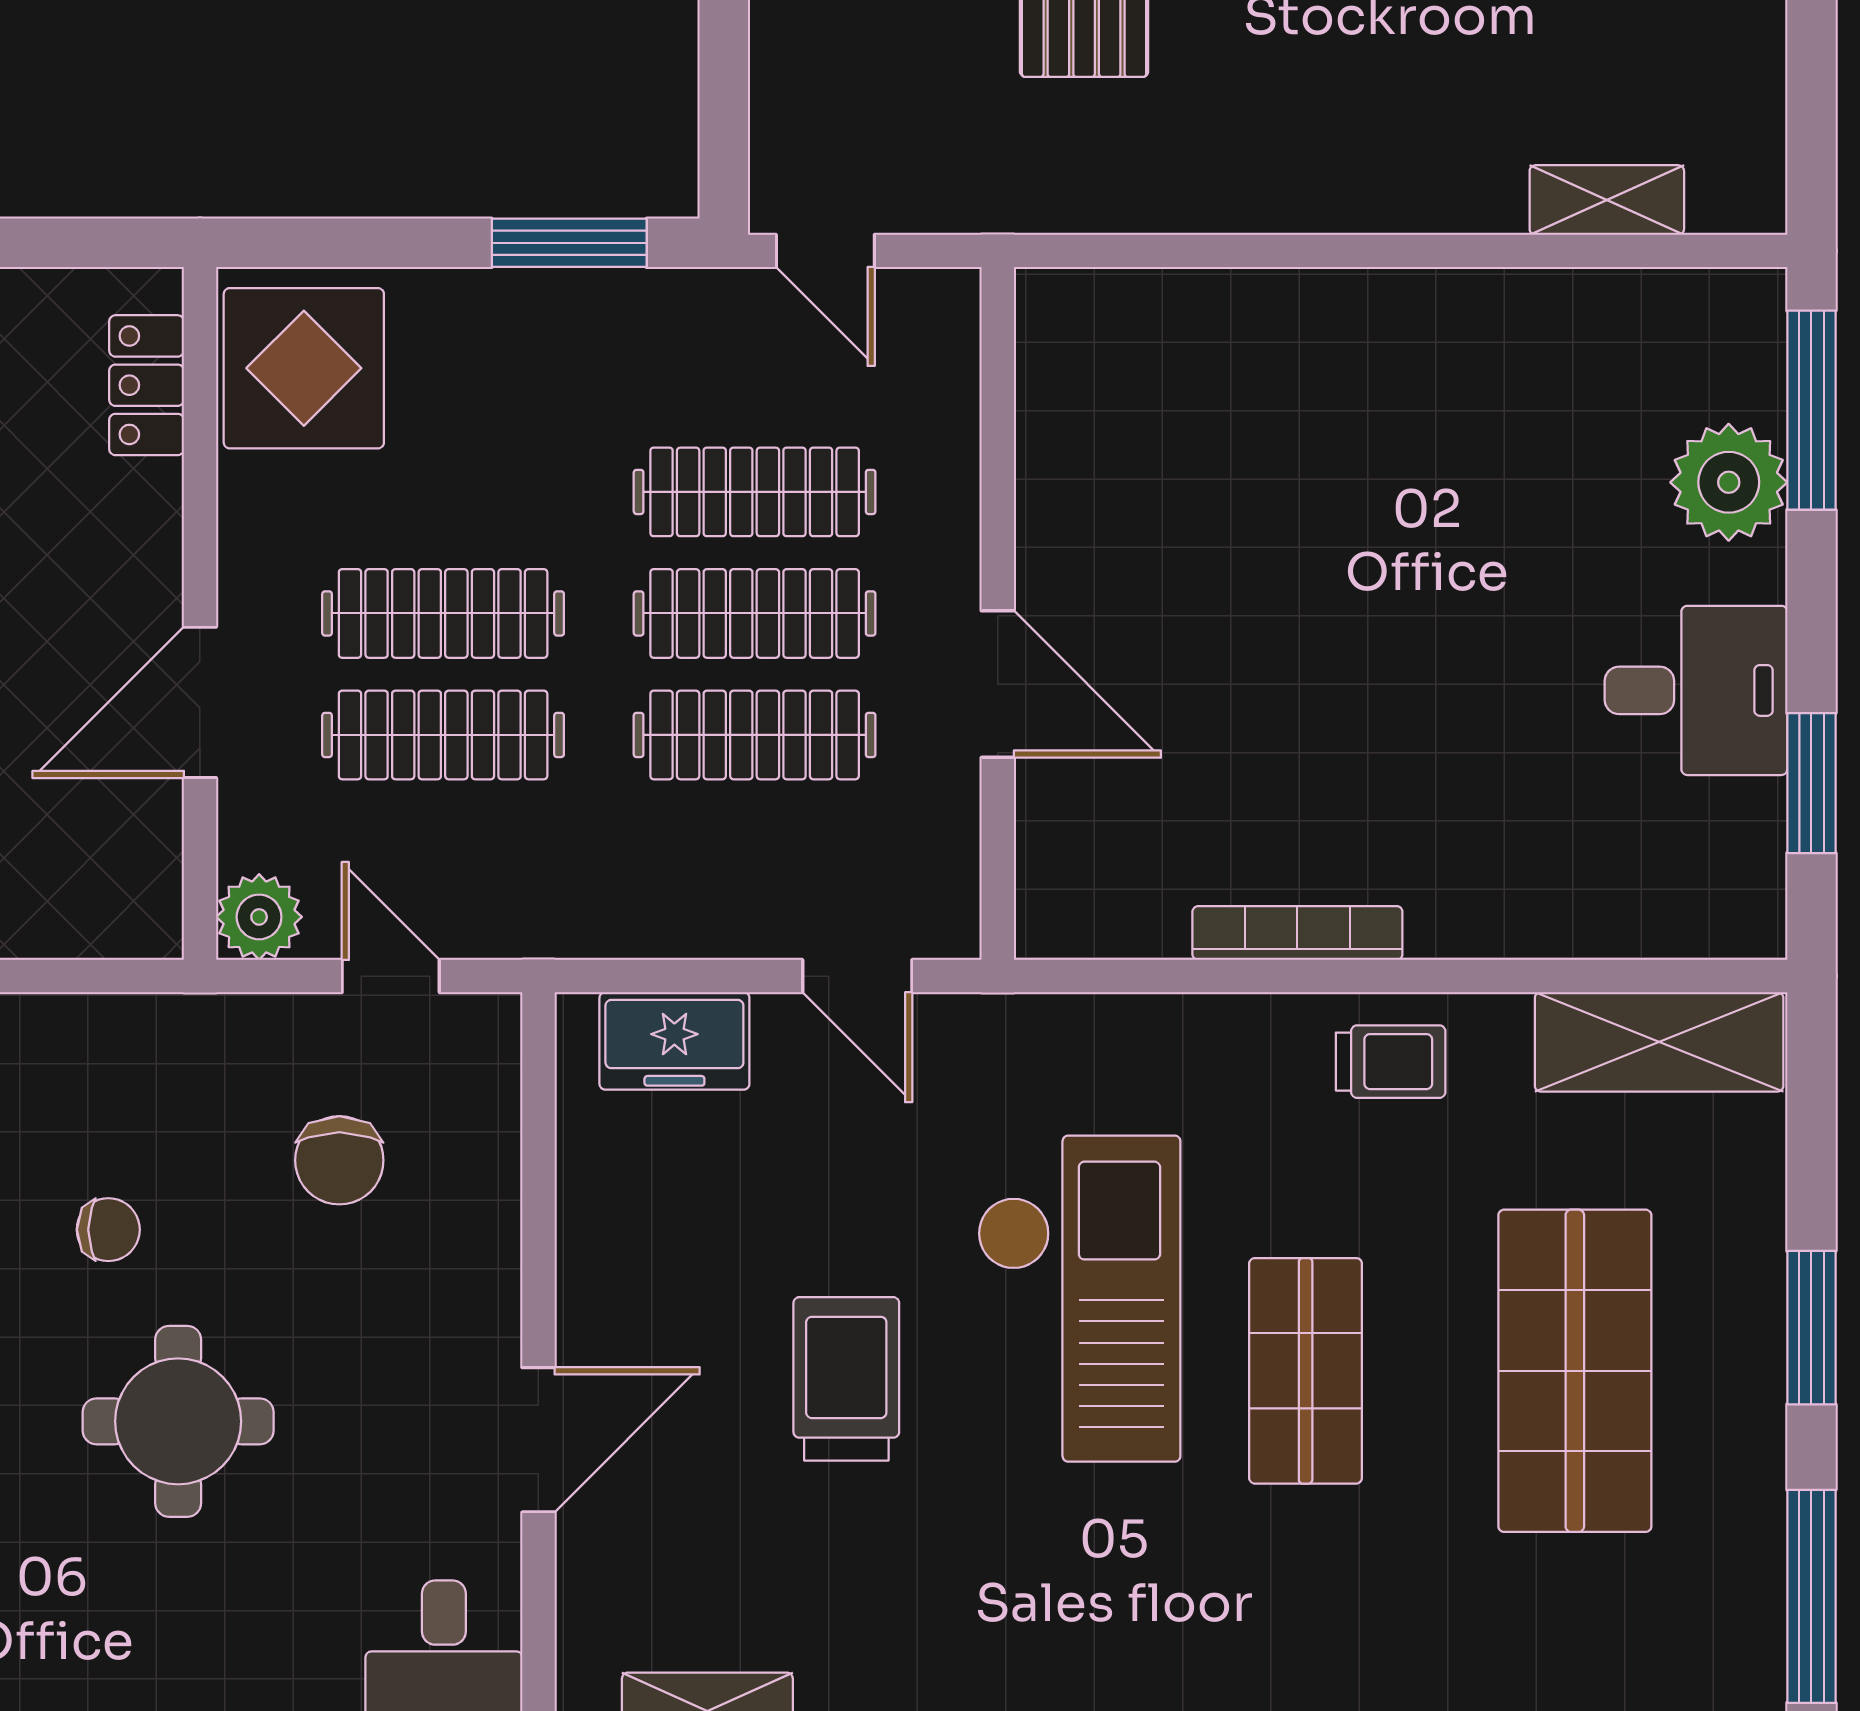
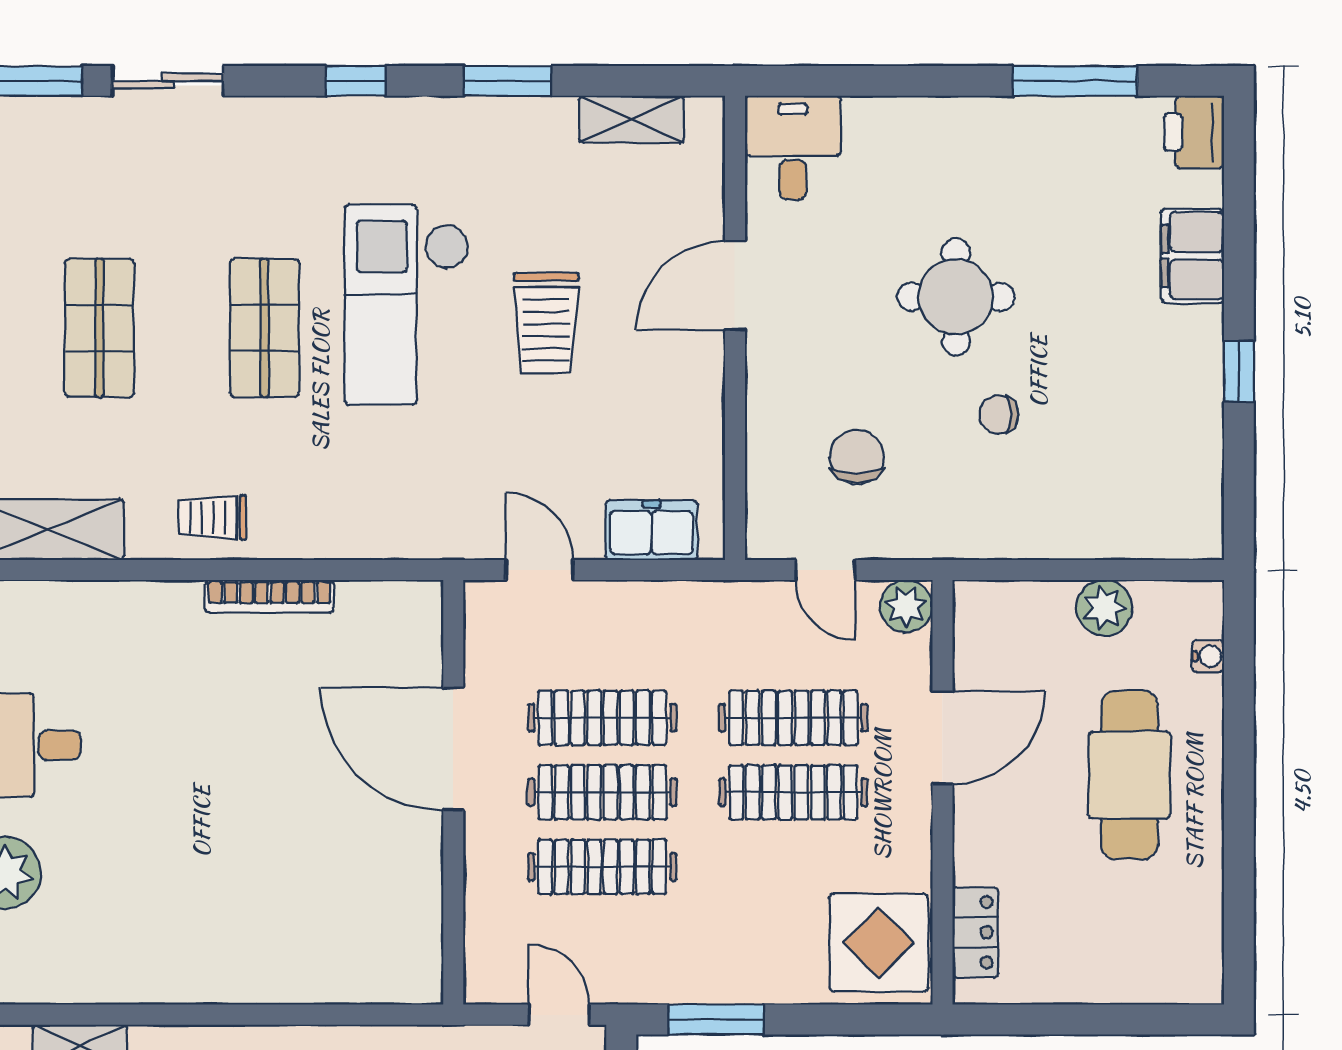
door: (998, 684) -> (453, 749), width x1.36
checkout: (1079, 1299) -> (407, 305), moved
shop shelf: (1575, 1371) -> (99, 328), width x0.70, depth x0.74

